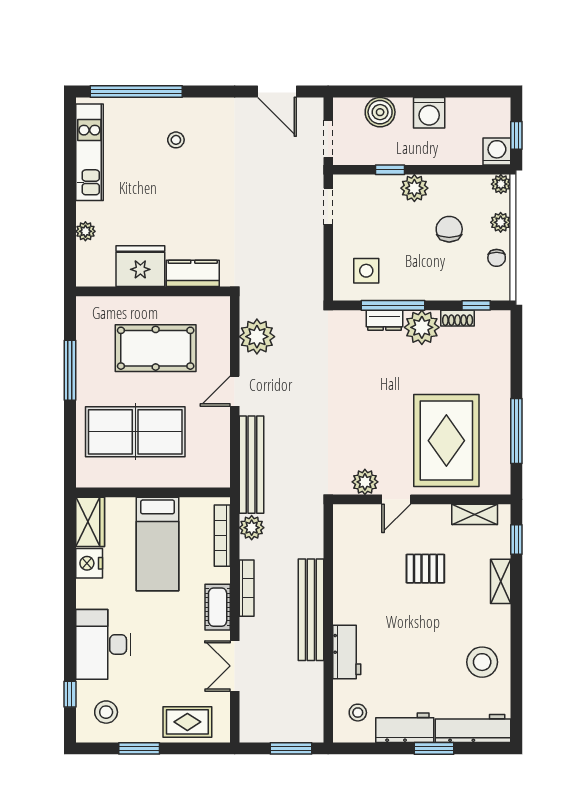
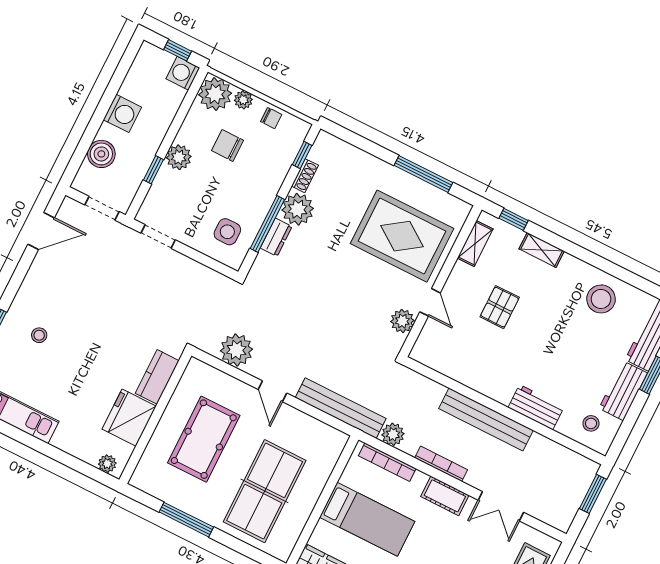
plant: (501, 184) -> (215, 94), width x1.88, depth x1.88
plant: (85, 231) -> (107, 464), moved

